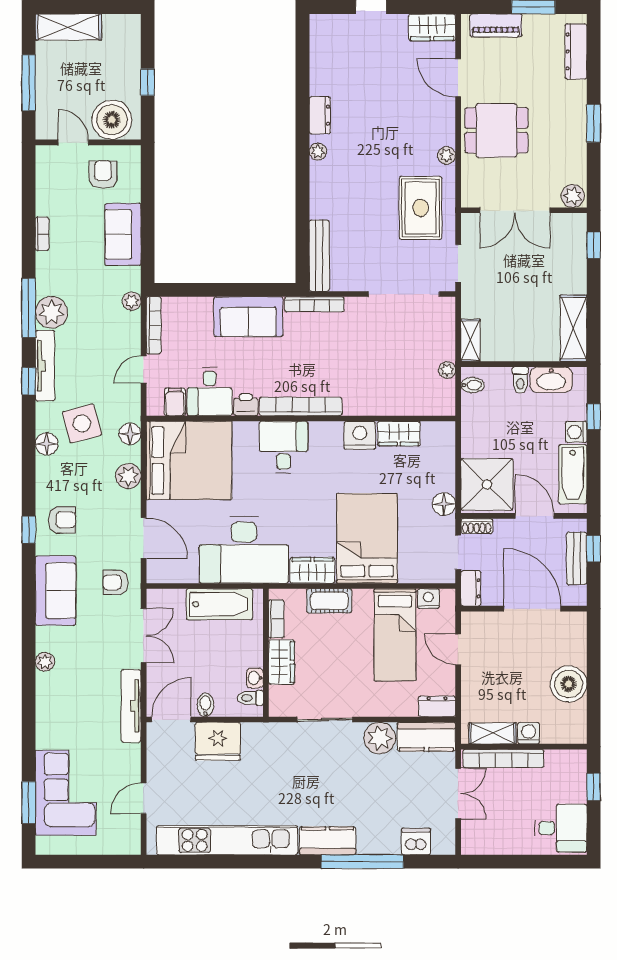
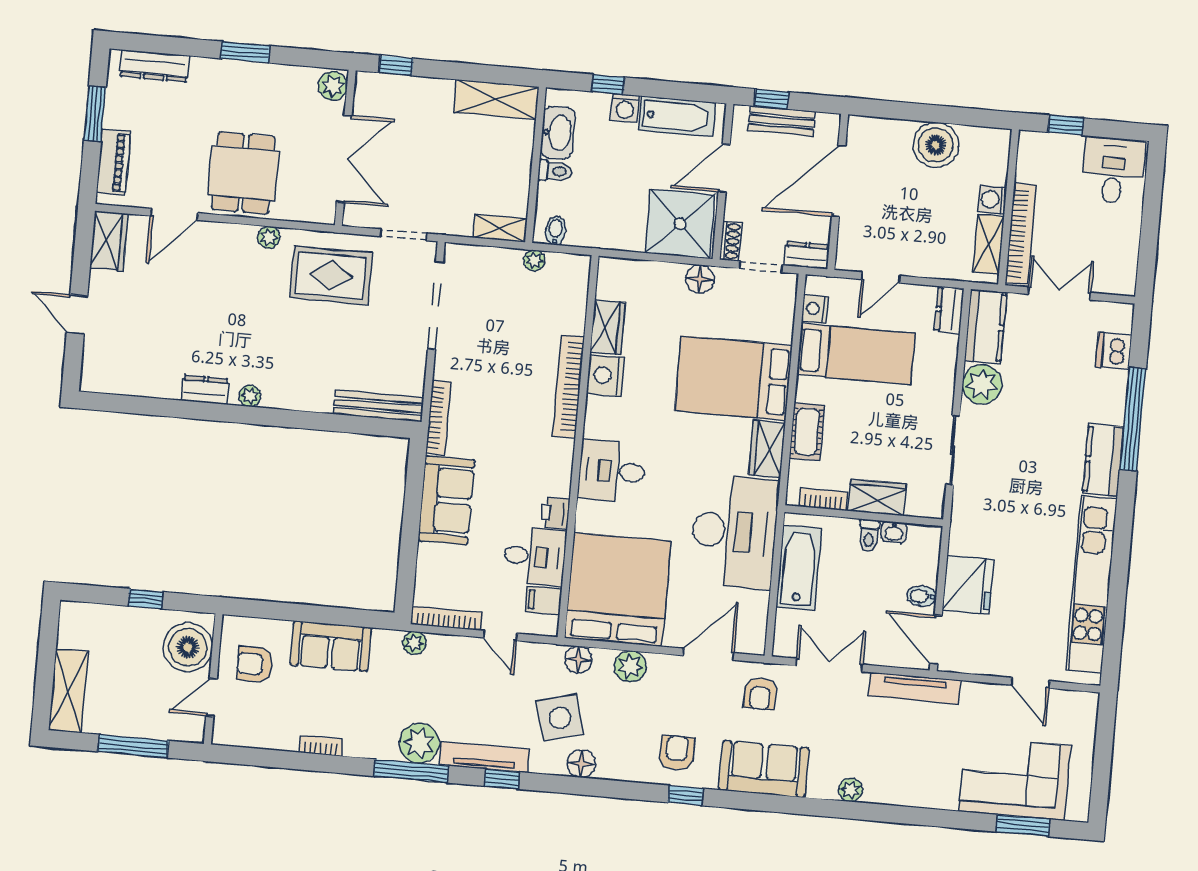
bookcase: (301, 406) -> (568, 386), moved
toilet: (250, 698) -> (869, 536), moved

